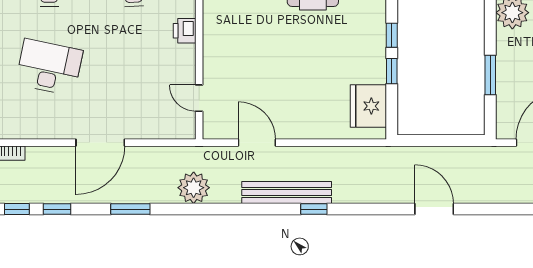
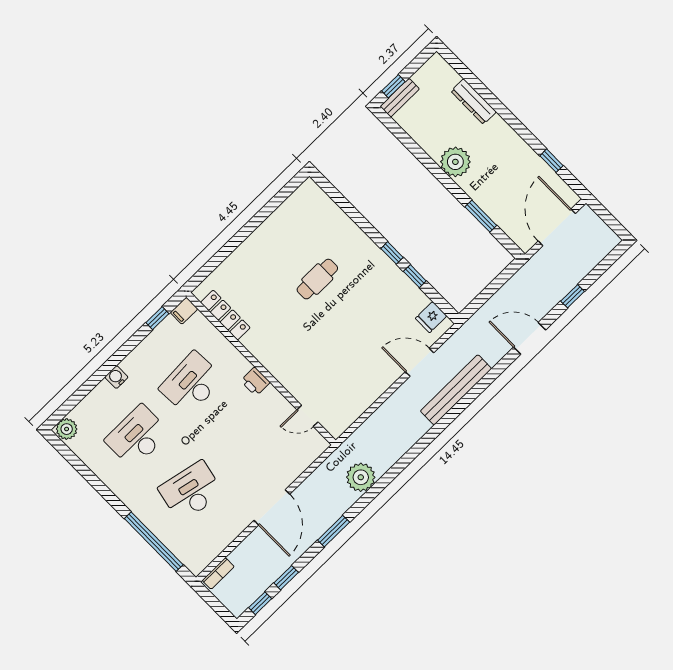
fridge: (368, 106) -> (431, 317), width x0.53, depth x0.75
door: (257, 143) -> (420, 362), moved
bench: (287, 193) -> (456, 390), moved
window: (314, 209) -> (573, 296), moved

